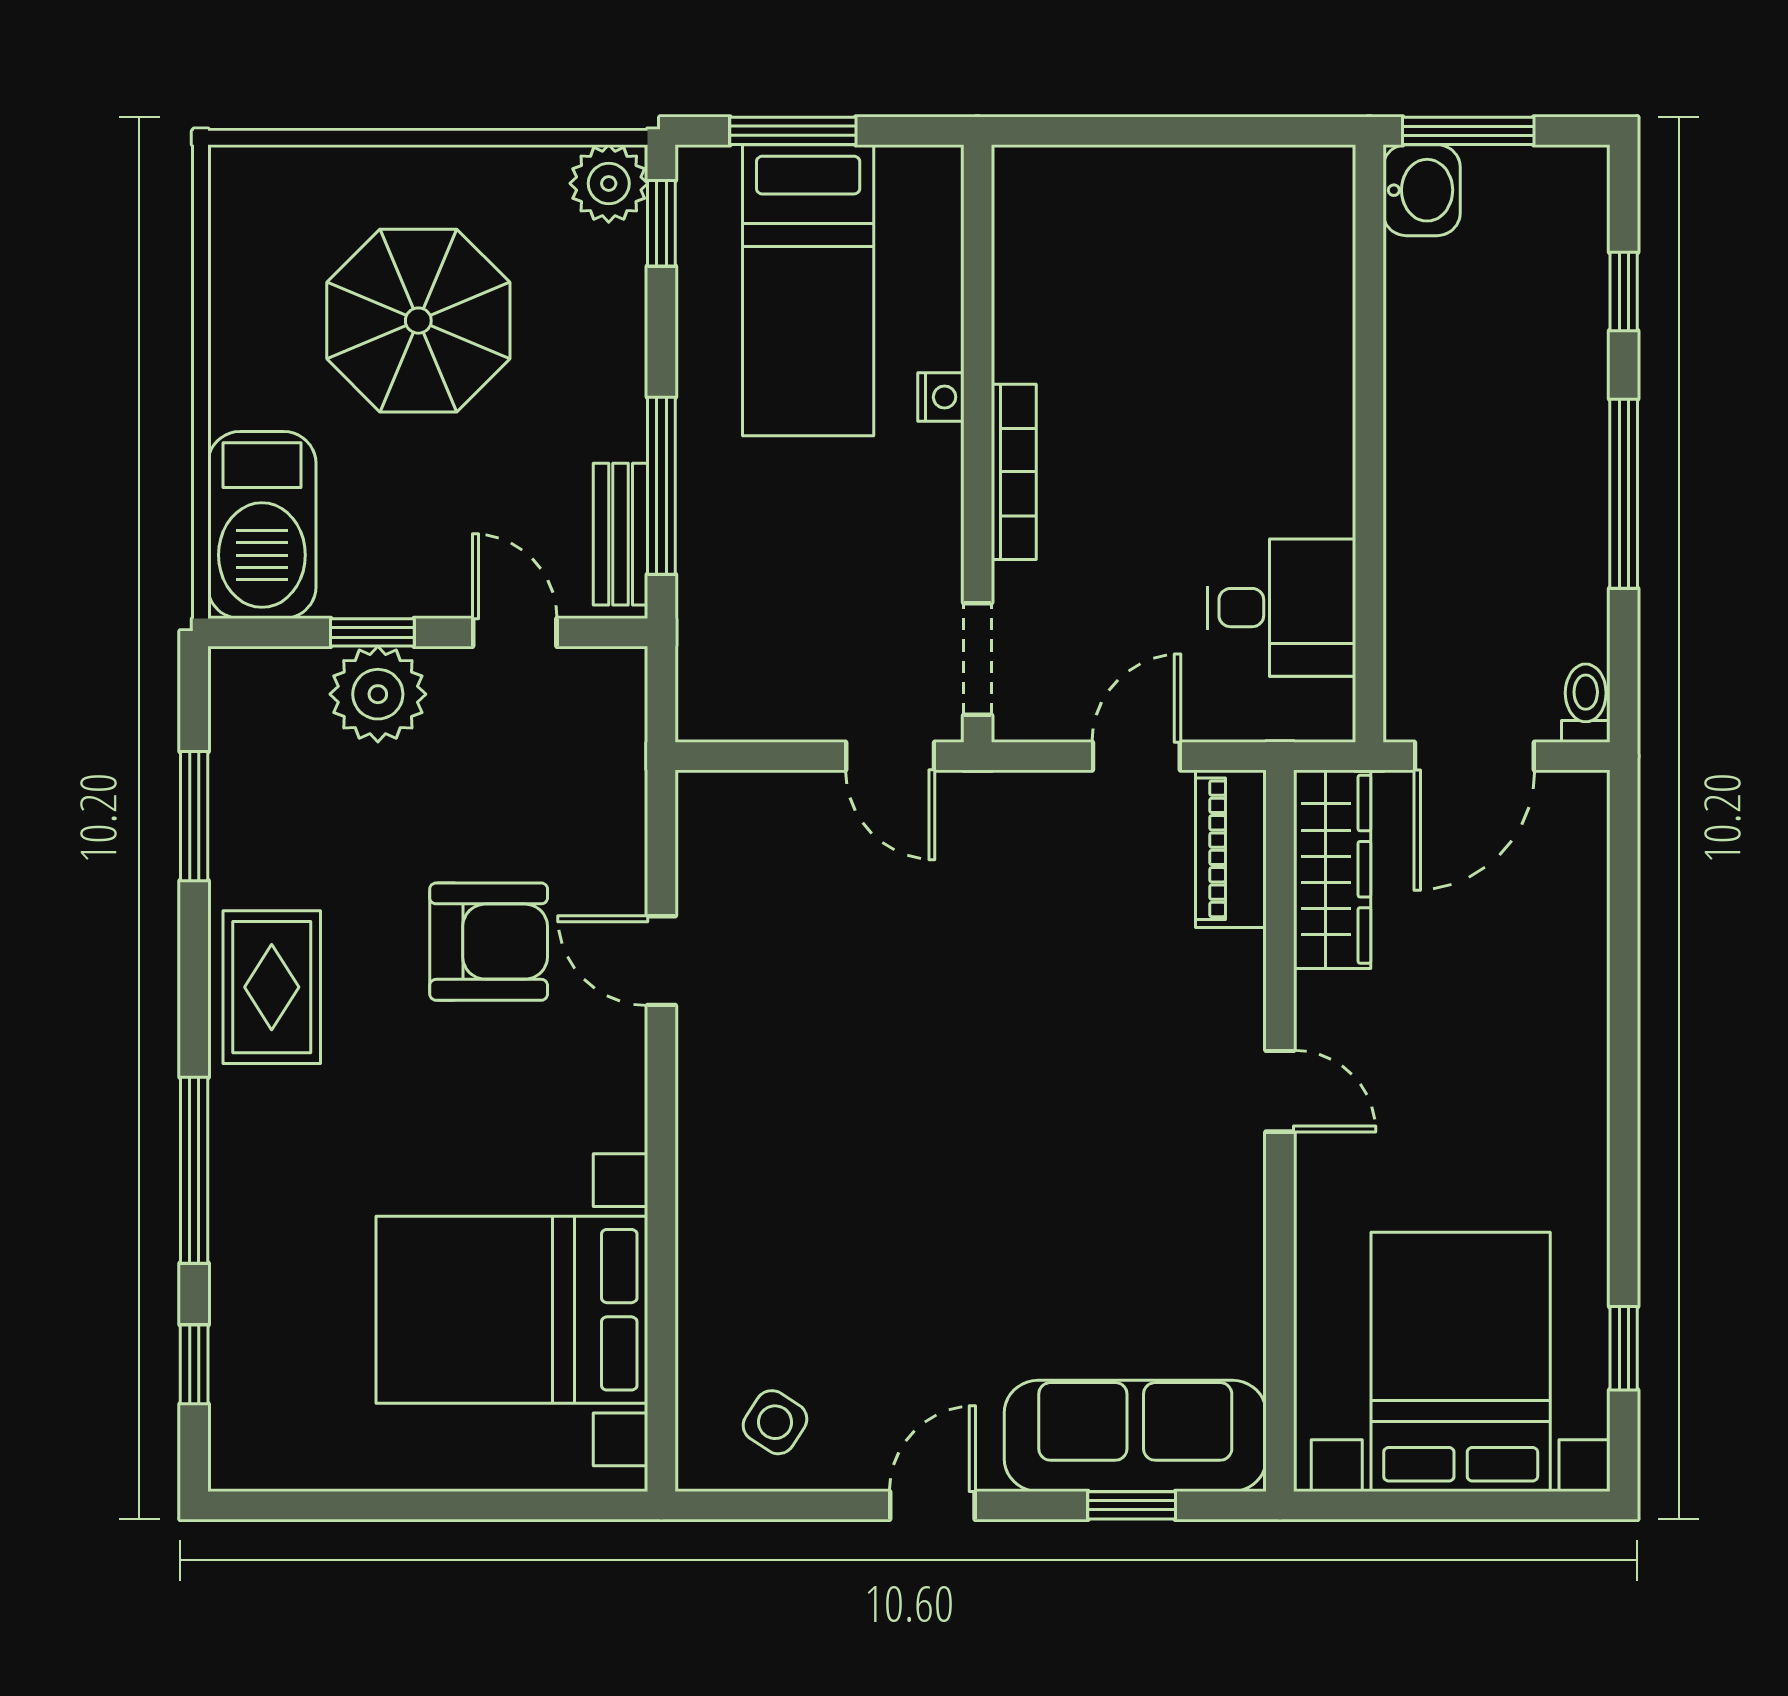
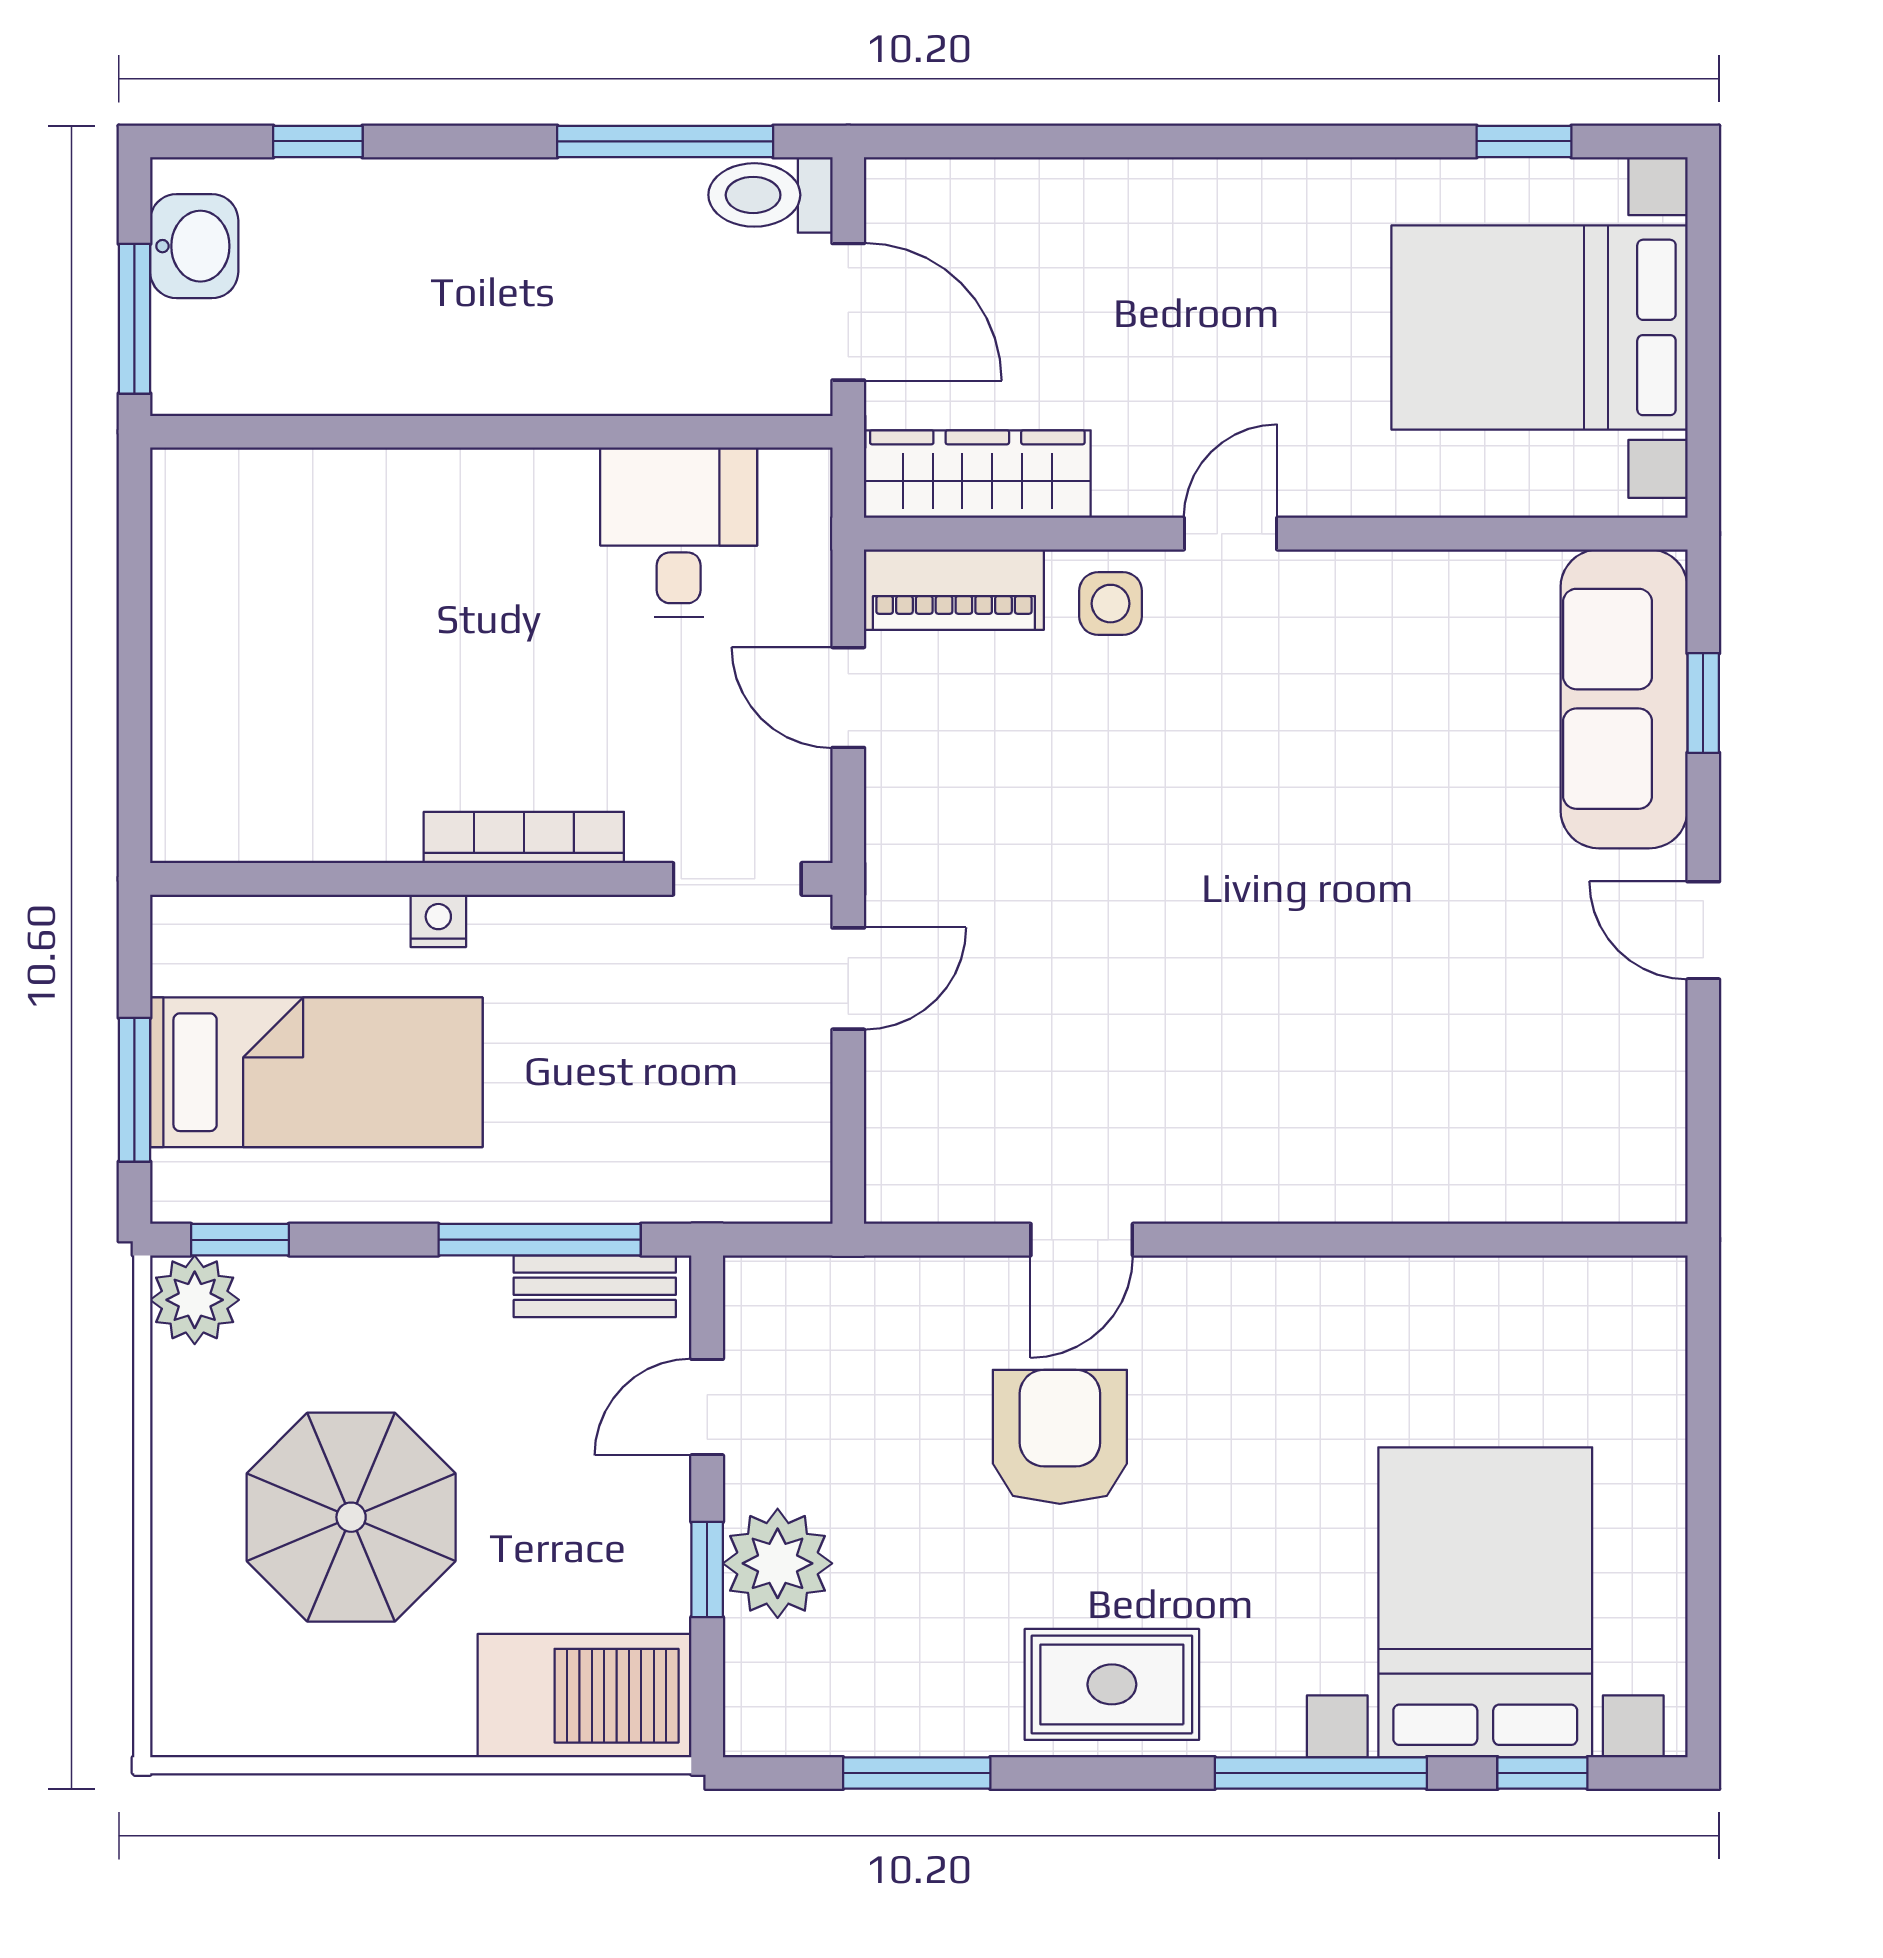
washbasin: (1422, 190) -> (194, 246), moved, turned 90
window: (1624, 494) -> (665, 141), moved
toilet: (1586, 703) -> (770, 195), width x1.37, depth x1.39
bed with nightstands: (512, 1310) -> (1485, 1602), moved, turned 180
side table: (775, 1422) -> (1111, 604), moved, turned -33

